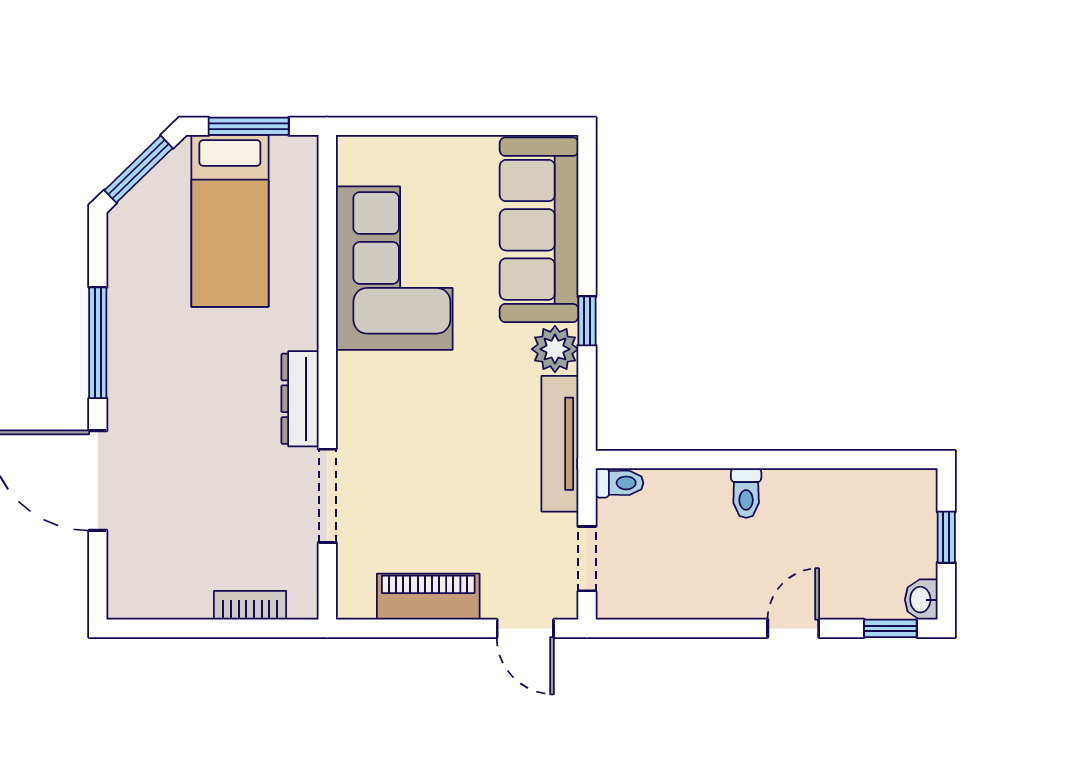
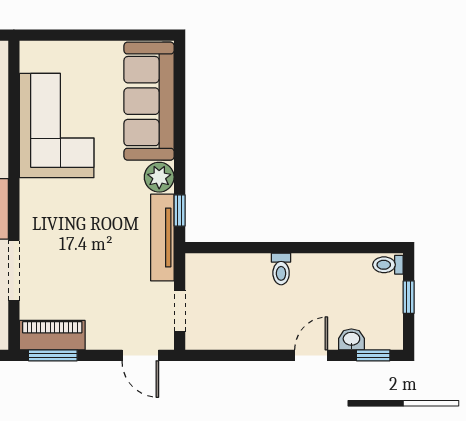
window: (587, 321) -> (180, 210), moved
toilet: (619, 483) -> (388, 265), moved, turned 180
piano: (428, 597) -> (52, 335), moved
washbasin: (921, 600) -> (351, 339), moved, turned 90
window: (388, 628) -> (53, 355), added

